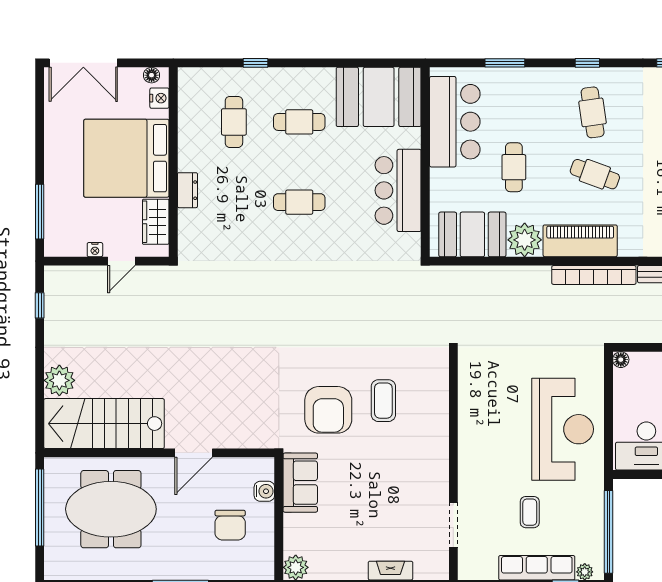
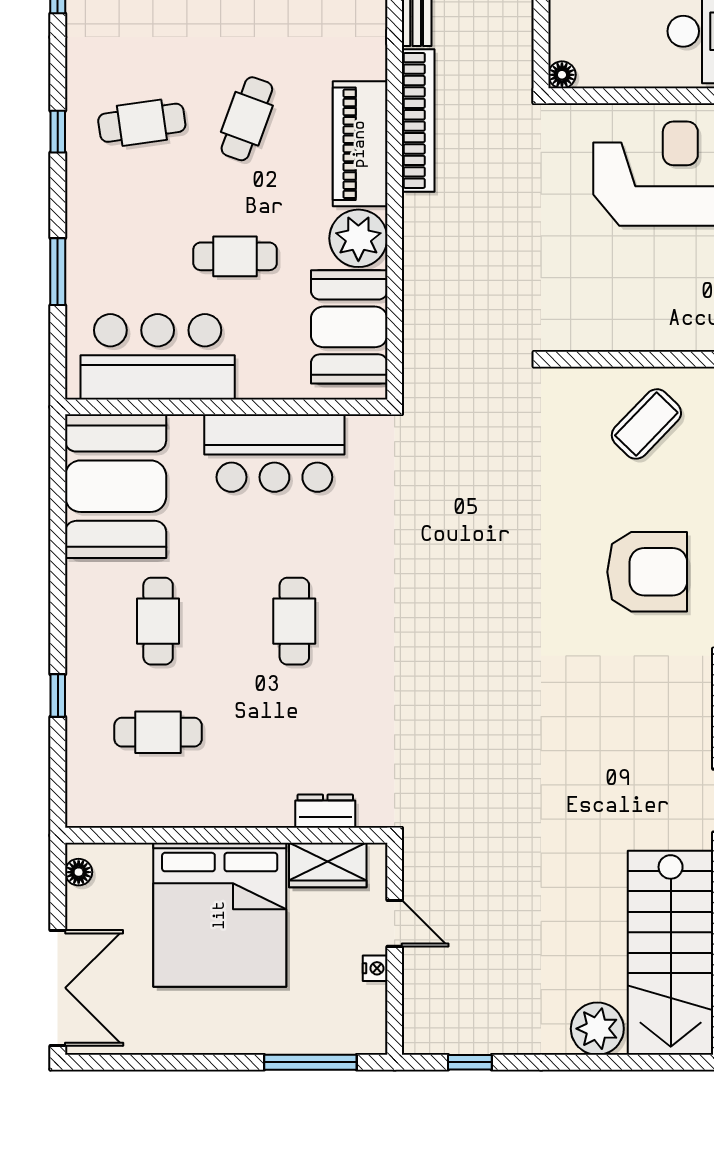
nightstand: (159, 98) -> (118, 859), removed
dresser: (187, 190) -> (325, 811), moved
coffee table: (383, 401) -> (646, 424), moved, turned -46

